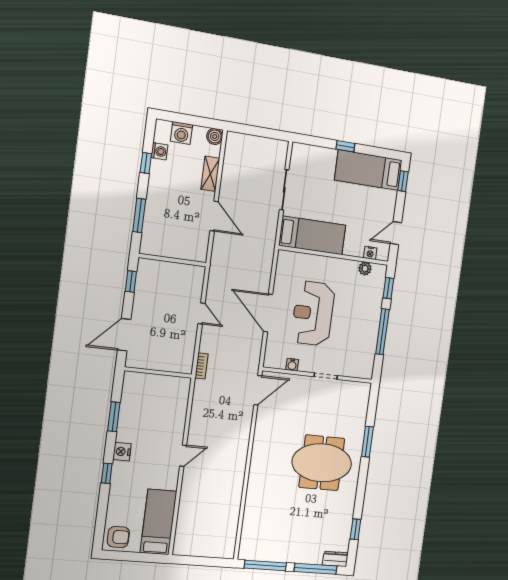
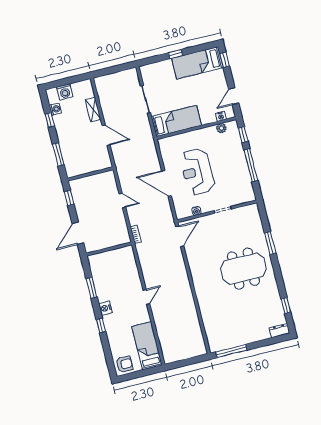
boiler: (215, 136) -> (87, 85), removed
window: (316, 569) -> (268, 342), removed

